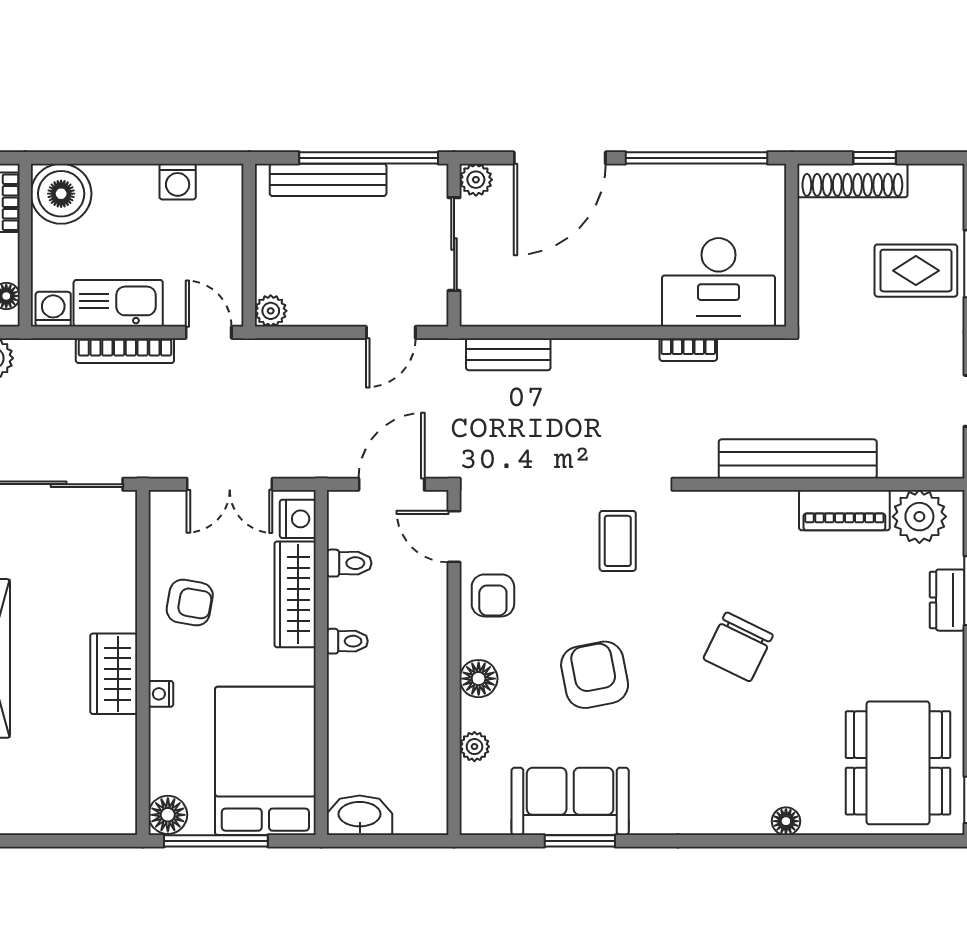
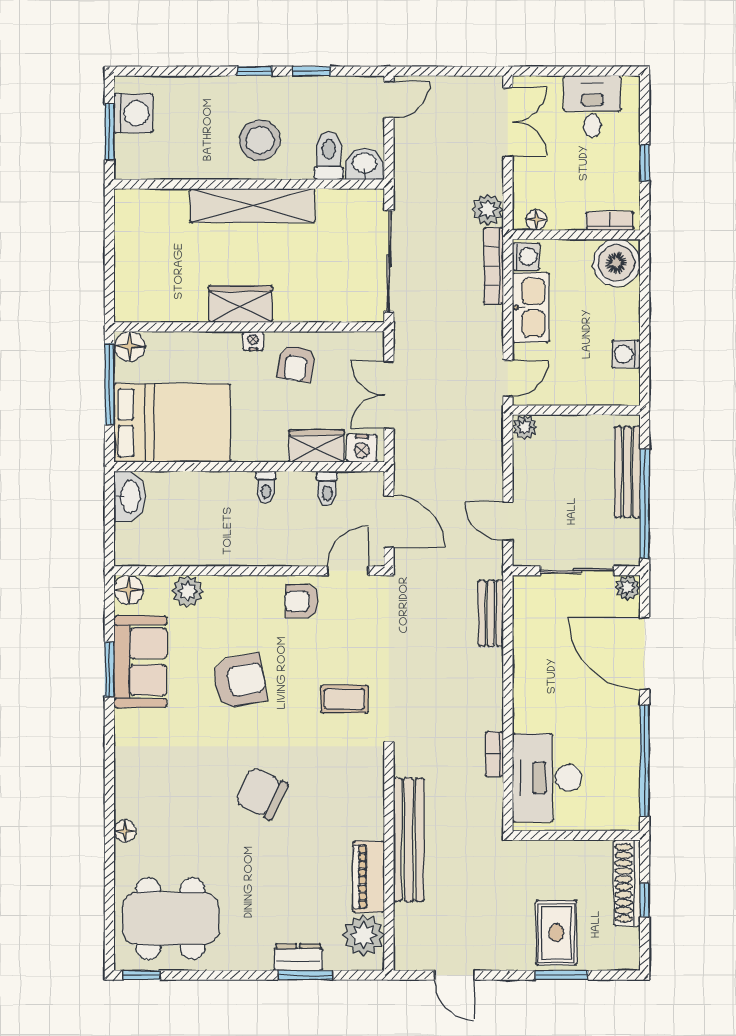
bookcase: (125, 351) -> (494, 266), moved
wardrobe: (295, 594) -> (316, 446), width x0.67
floor lamp: (479, 679) -> (129, 590), moved
nightstand: (161, 694) -> (253, 341), moved
plant: (474, 747) -> (188, 591), width x1.38, depth x1.38

